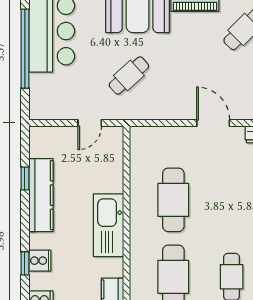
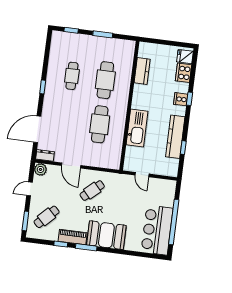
cafe table: (129, 75) -> (92, 191), moved
door: (90, 123) -> (142, 175), swing flipped
kitchen sink: (109, 225) -> (137, 128), moved

